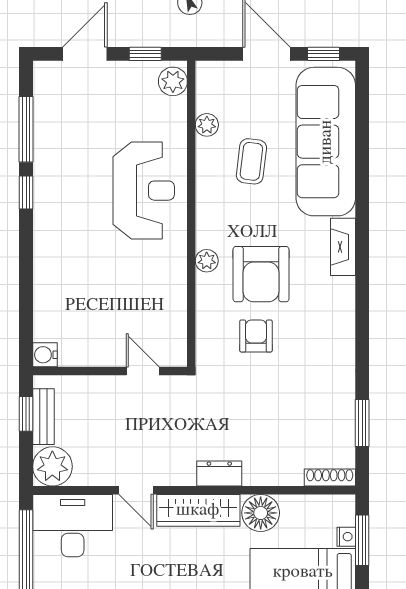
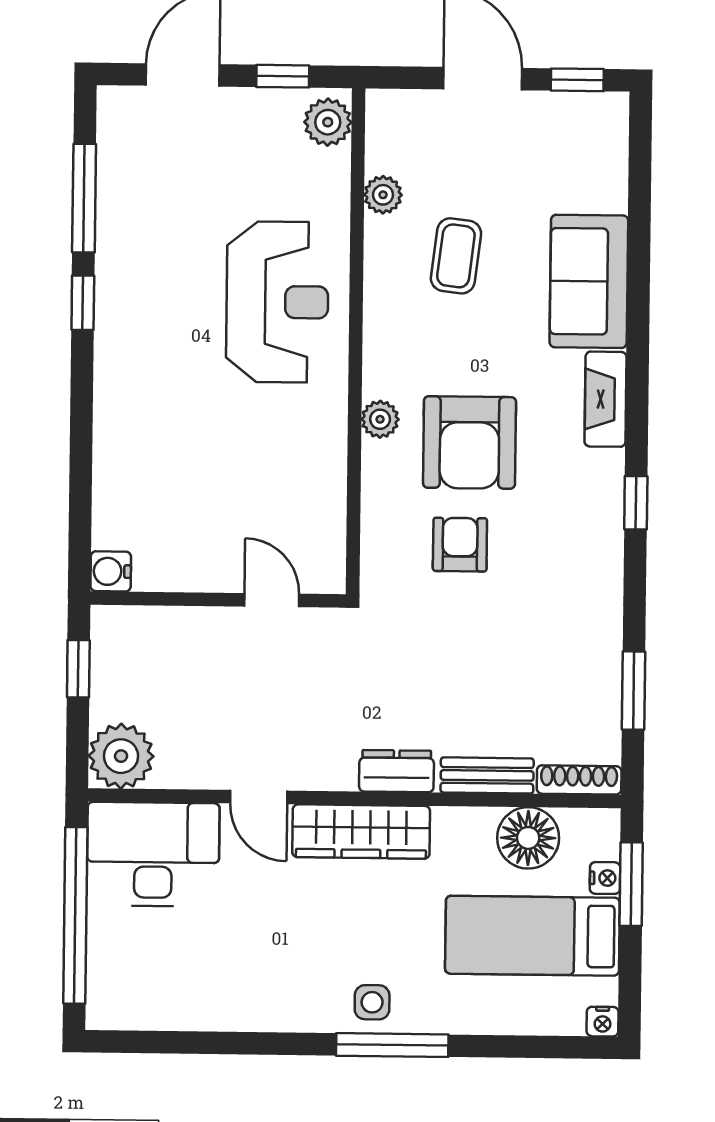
sofa: (326, 142) -> (589, 281), width x0.54, depth x0.79
window: (362, 309) -> (636, 503), added
bench: (43, 417) -> (487, 775), moved, turned 90
floor lamp: (261, 513) -> (528, 838), moved

